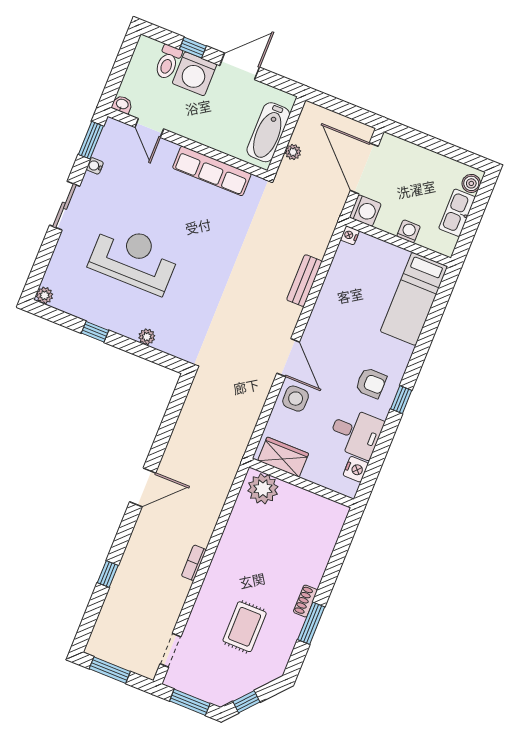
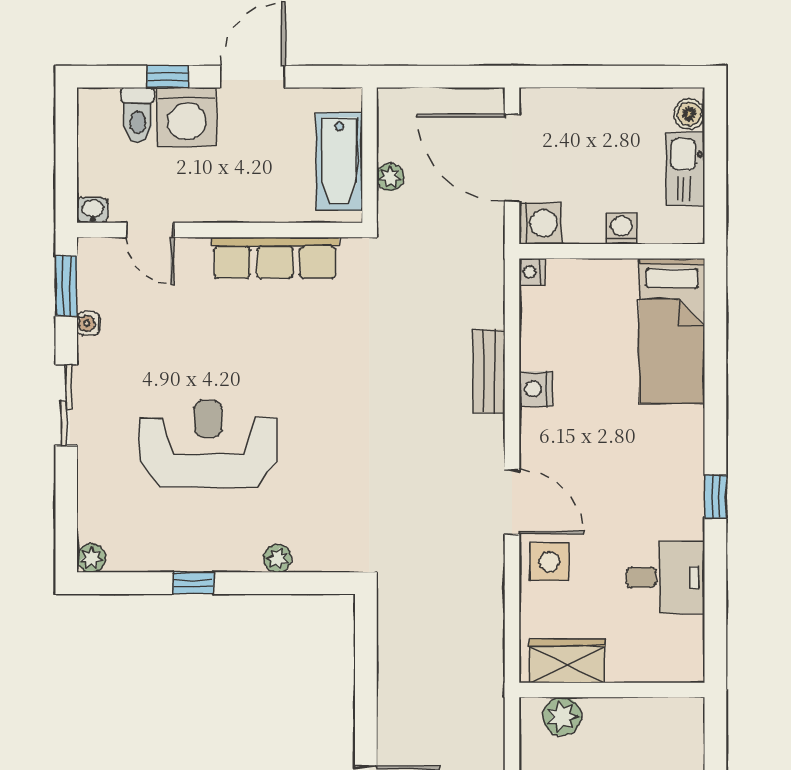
armchair: (371, 383) -> (658, 490), removed
nightstand: (356, 469) -> (536, 389), moved, turned 180
plant: (263, 489) -> (562, 716), width x0.73, depth x0.73

